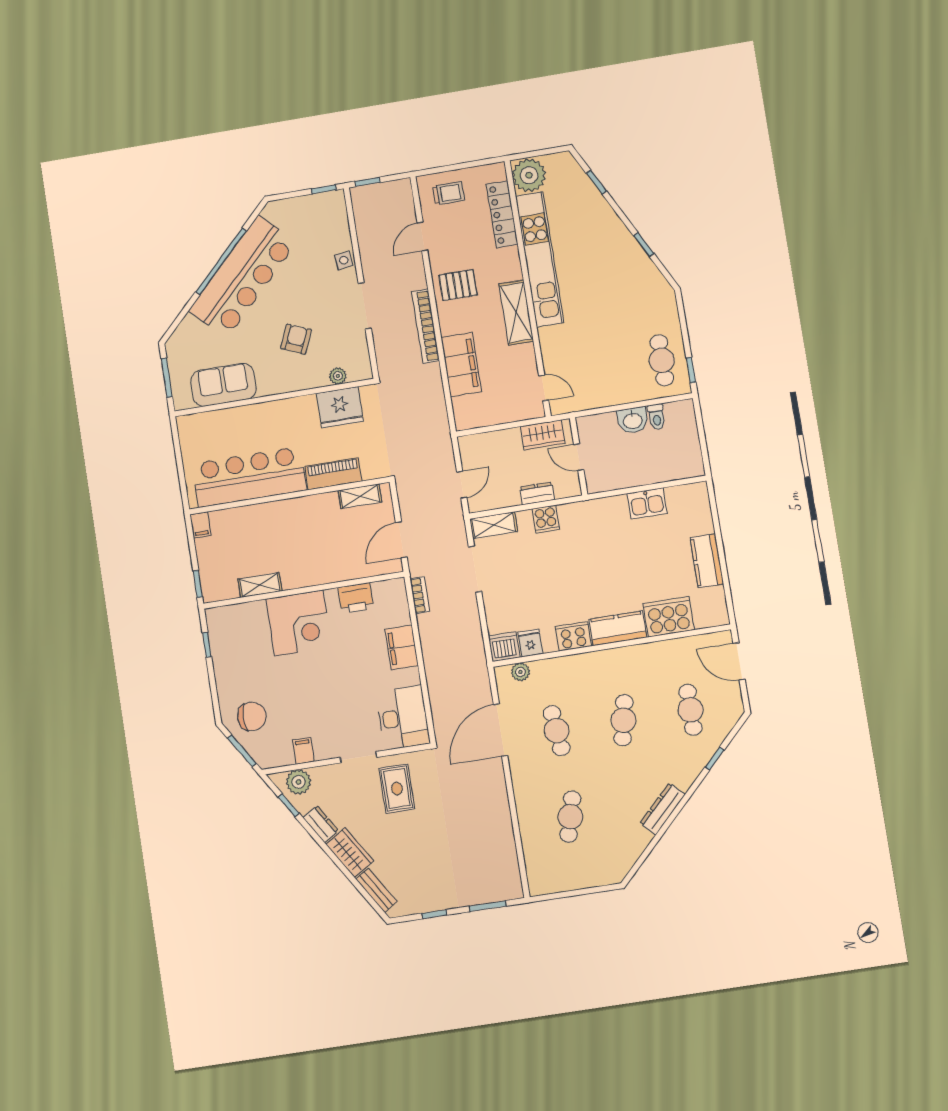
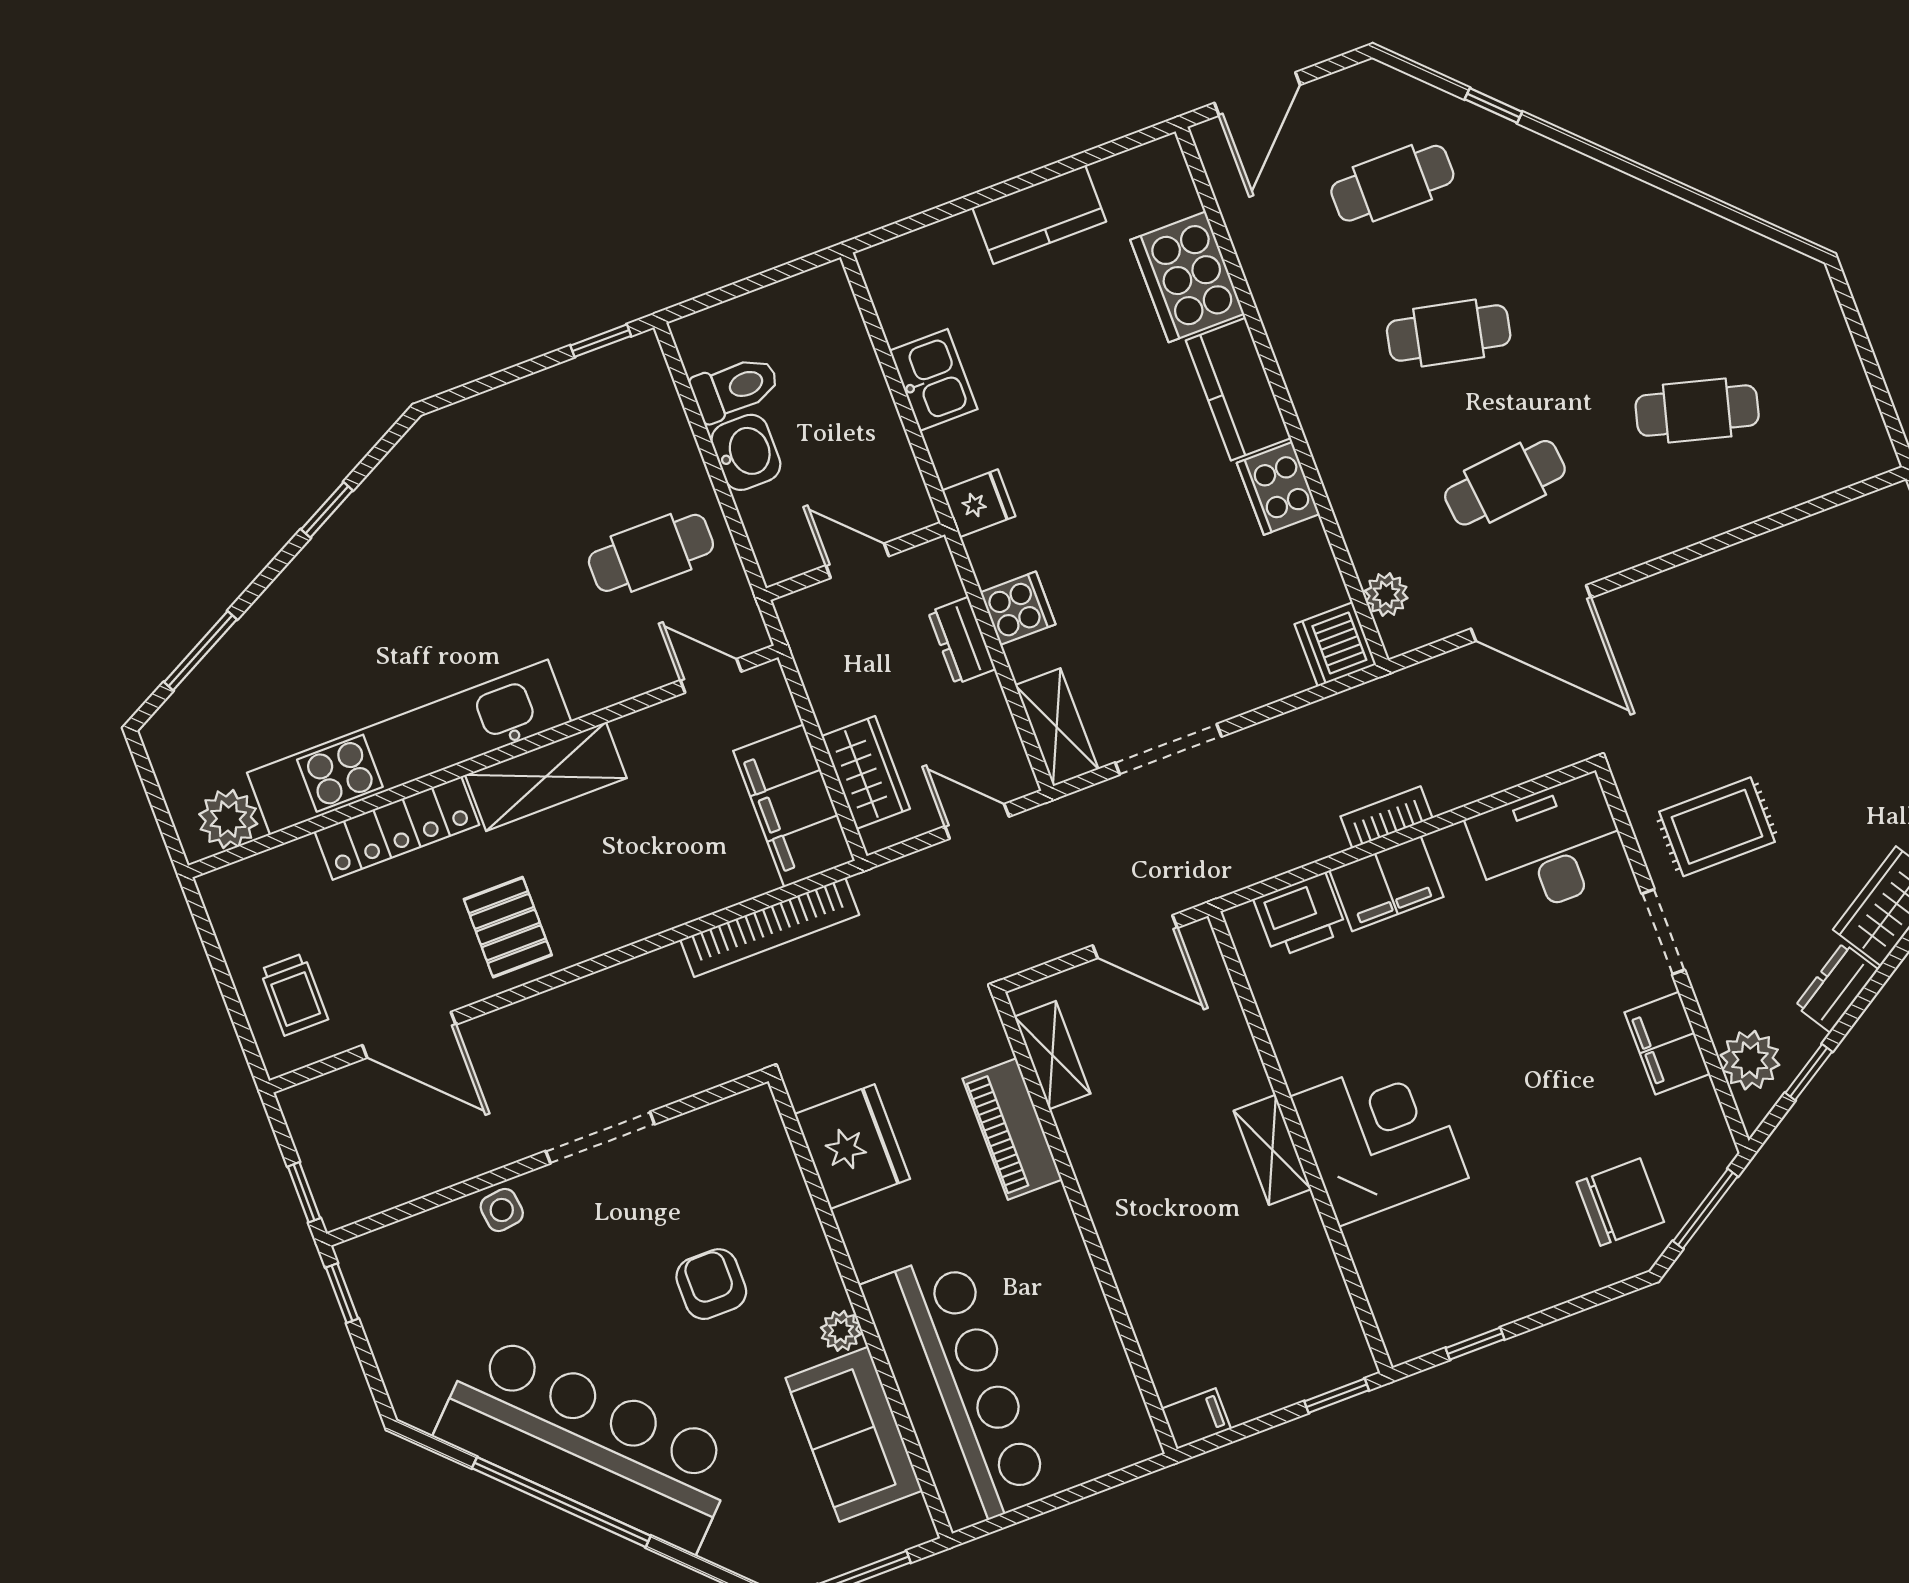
plant: (529, 175) -> (228, 819), width x0.73, depth x0.73
window: (596, 182) -> (200, 651), width x1.50
trolley: (448, 193) -> (294, 994), turned 180
locker: (502, 214) -> (397, 828), moved
door: (422, 237) -> (409, 1035), width x1.38
bookcase: (426, 326) -> (770, 927), moved
armchair: (296, 339) -> (711, 1284), turned 67
cafe table: (662, 360) -> (651, 553), moved
filing cabinet: (461, 365) -> (794, 806), moved, turned -90
plant: (338, 376) -> (841, 1331), moved
door: (544, 388) -> (711, 676), hinge flipped
toilet: (656, 417) -> (735, 388), width x1.37, depth x1.39
wardrobe: (543, 435) -> (866, 772), moved
door: (579, 457) -> (857, 561), swing flipped
bar counter: (249, 477) -> (956, 1390), moved, turned 180
shelving: (260, 585) -> (1272, 1150), moved
bookcase: (420, 595) -> (1386, 817), moved
printer: (356, 598) -> (1300, 915), moved, turned 90
fridge: (530, 643) -> (979, 503), moved, turned 180
chair: (252, 716) -> (1620, 1202), turned 90
filing cabinet: (304, 751) -> (1667, 1043), width x2.00
dresser: (662, 809) -> (1635, 202), removed

